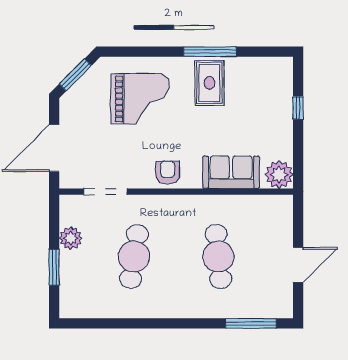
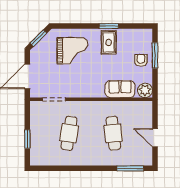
window: (210, 52) -> (109, 26), width x0.69
window: (298, 108) -> (155, 56), width x2.17
armchair: (168, 173) -> (141, 60), moved
plant: (71, 238) -> (36, 124), removed
door: (298, 265) -> (155, 138), swing flipped

